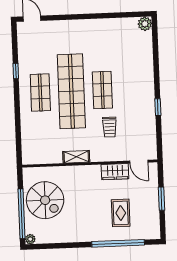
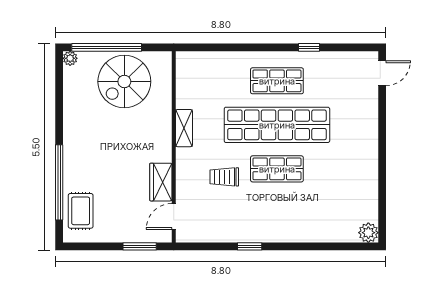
window: (162, 199) -> (140, 246), moved
rug: (121, 213) -> (81, 211), moved, turned 90

